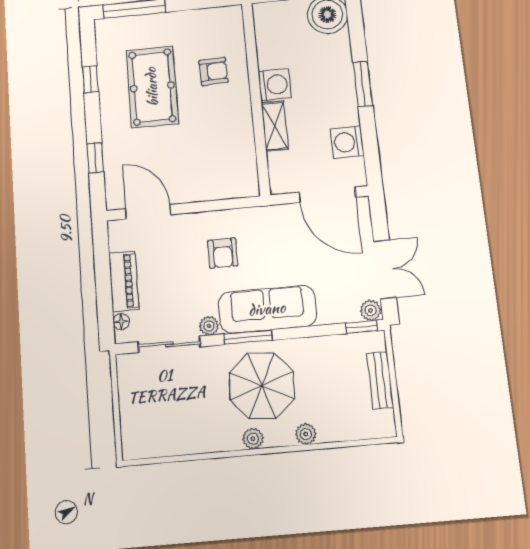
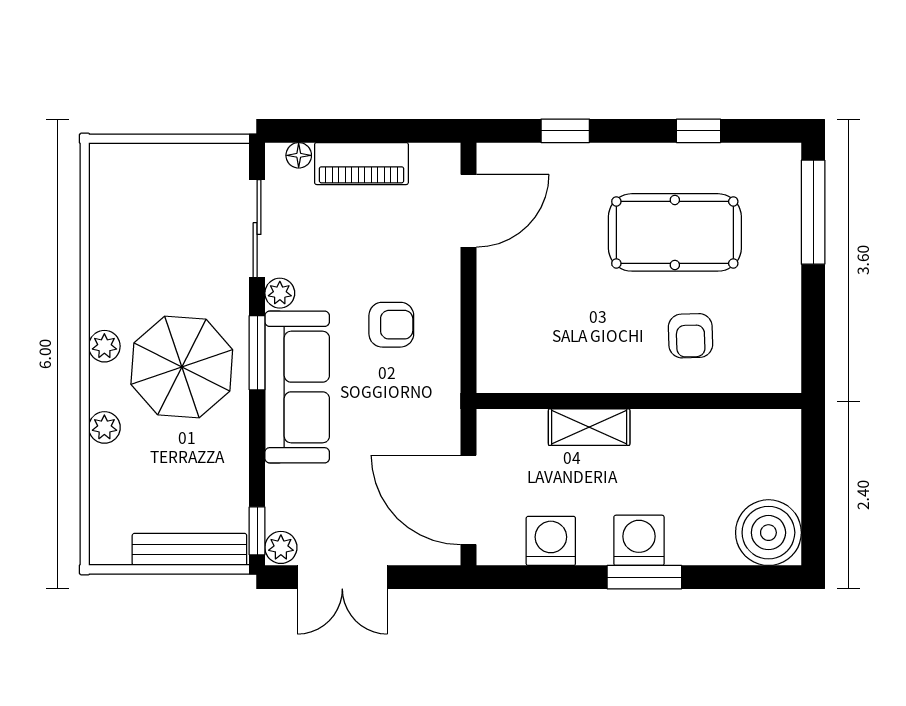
washing machine: (275, 85) -> (639, 540), moved, turned 180
door: (327, 195) -> (469, 500), hinge flipped
armchair: (223, 253) -> (391, 325), turned 180
bench: (380, 380) -> (189, 549), width x1.36

